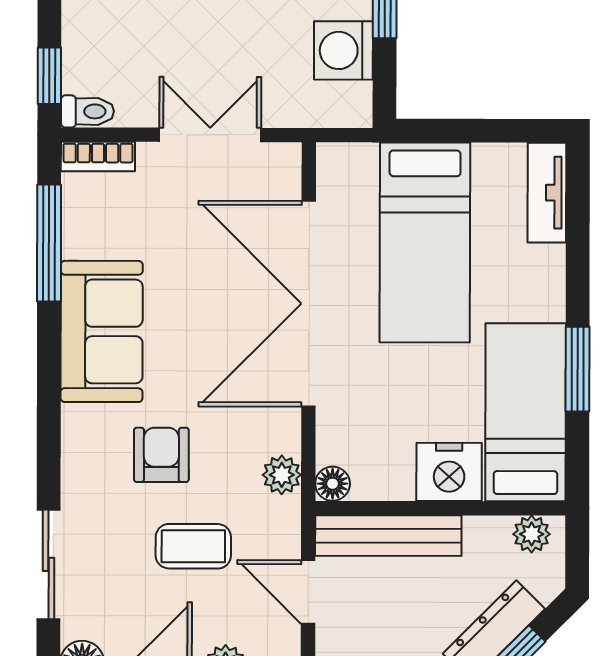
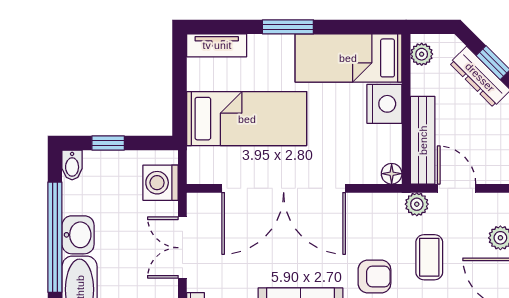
washing machine: (343, 50) -> (161, 183), moved, turned 90
window: (578, 369) -> (288, 27), moved
armchair: (161, 455) -> (374, 277), turned 180
plant: (282, 475) -> (417, 204), moved
door: (308, 592) -> (457, 188), swing flipped

